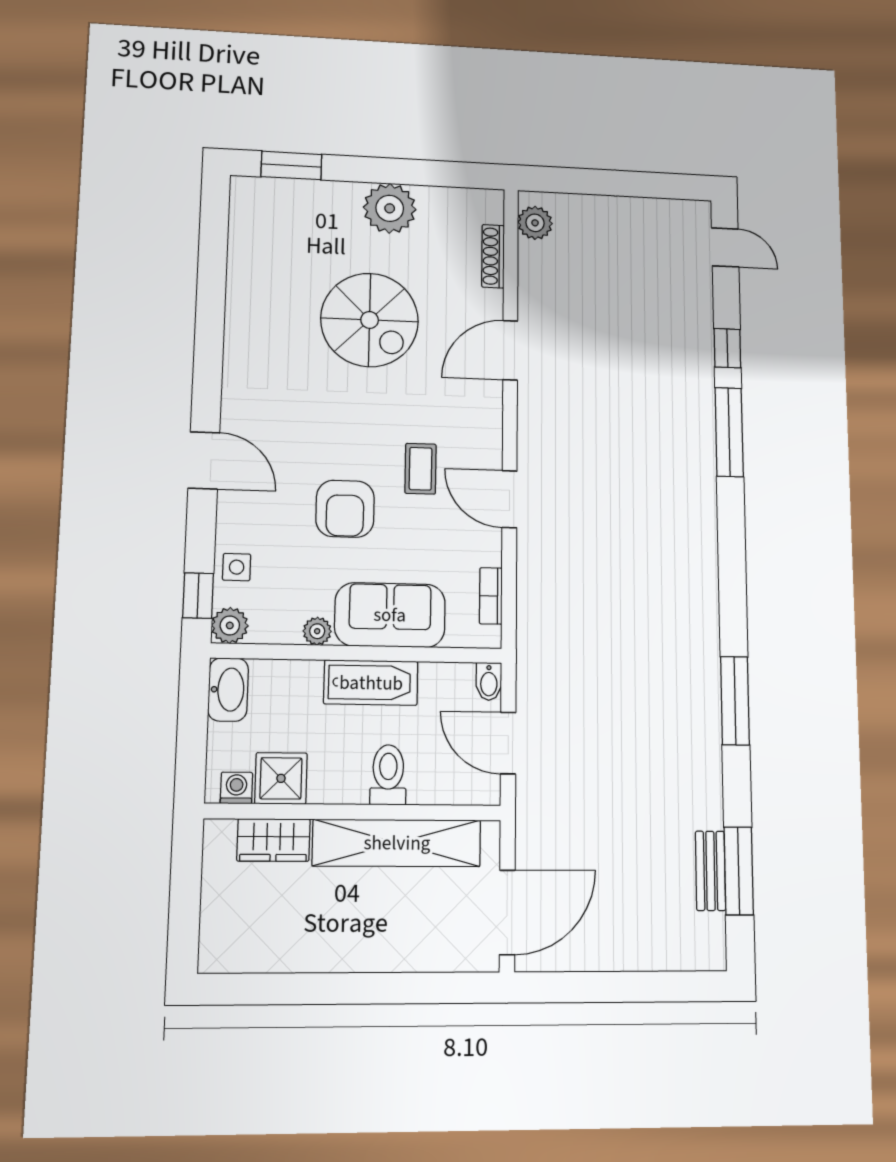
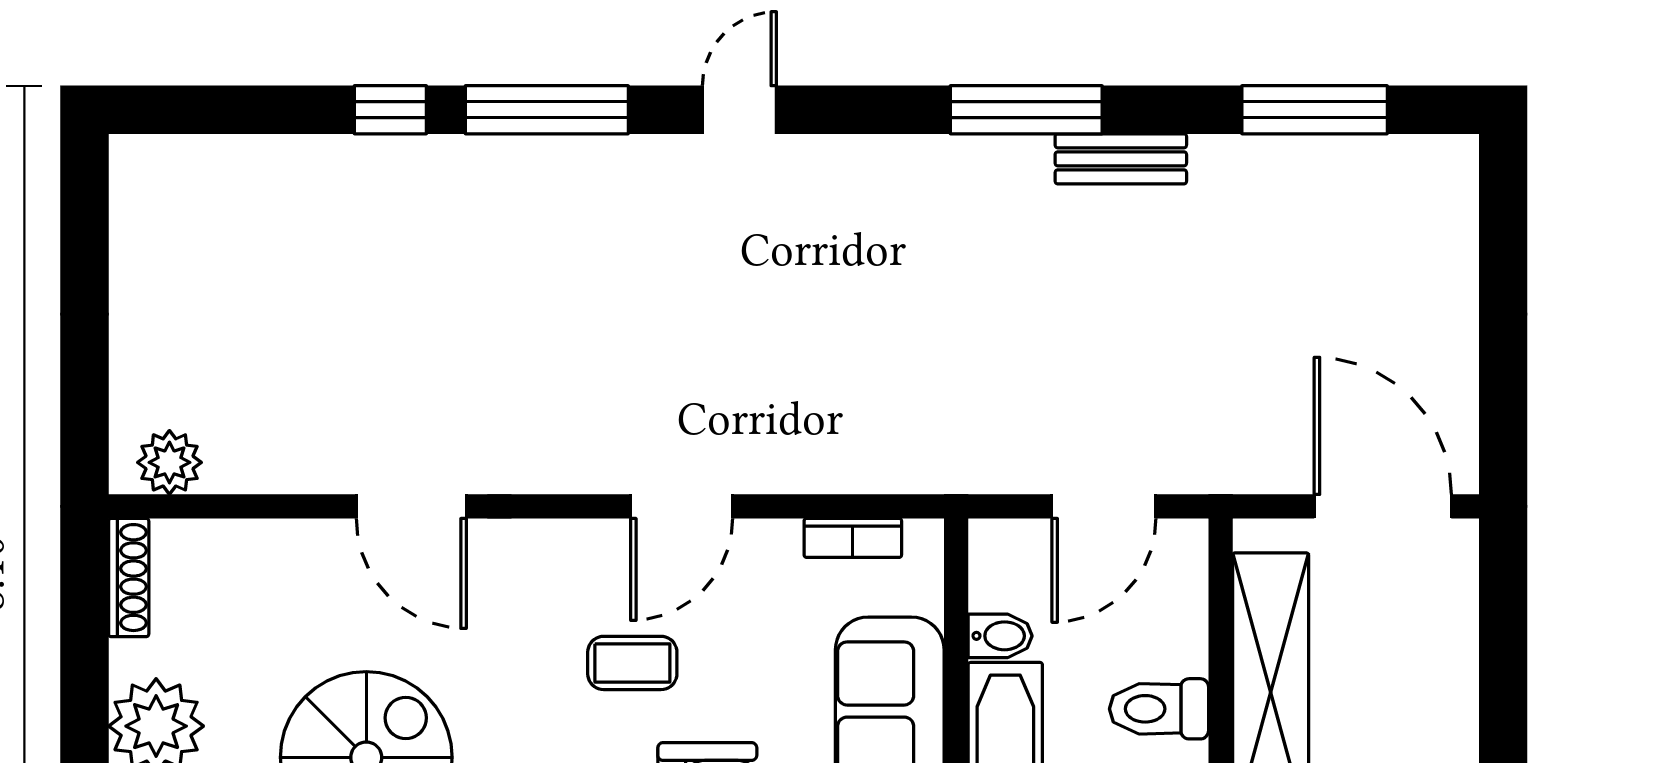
door: (725, 247) -> (739, 110), moved
shoe rack: (493, 256) -> (129, 578), moved, turned -90
bidet: (489, 681) -> (1000, 636), moved
bench: (710, 871) -> (1121, 159), moved

